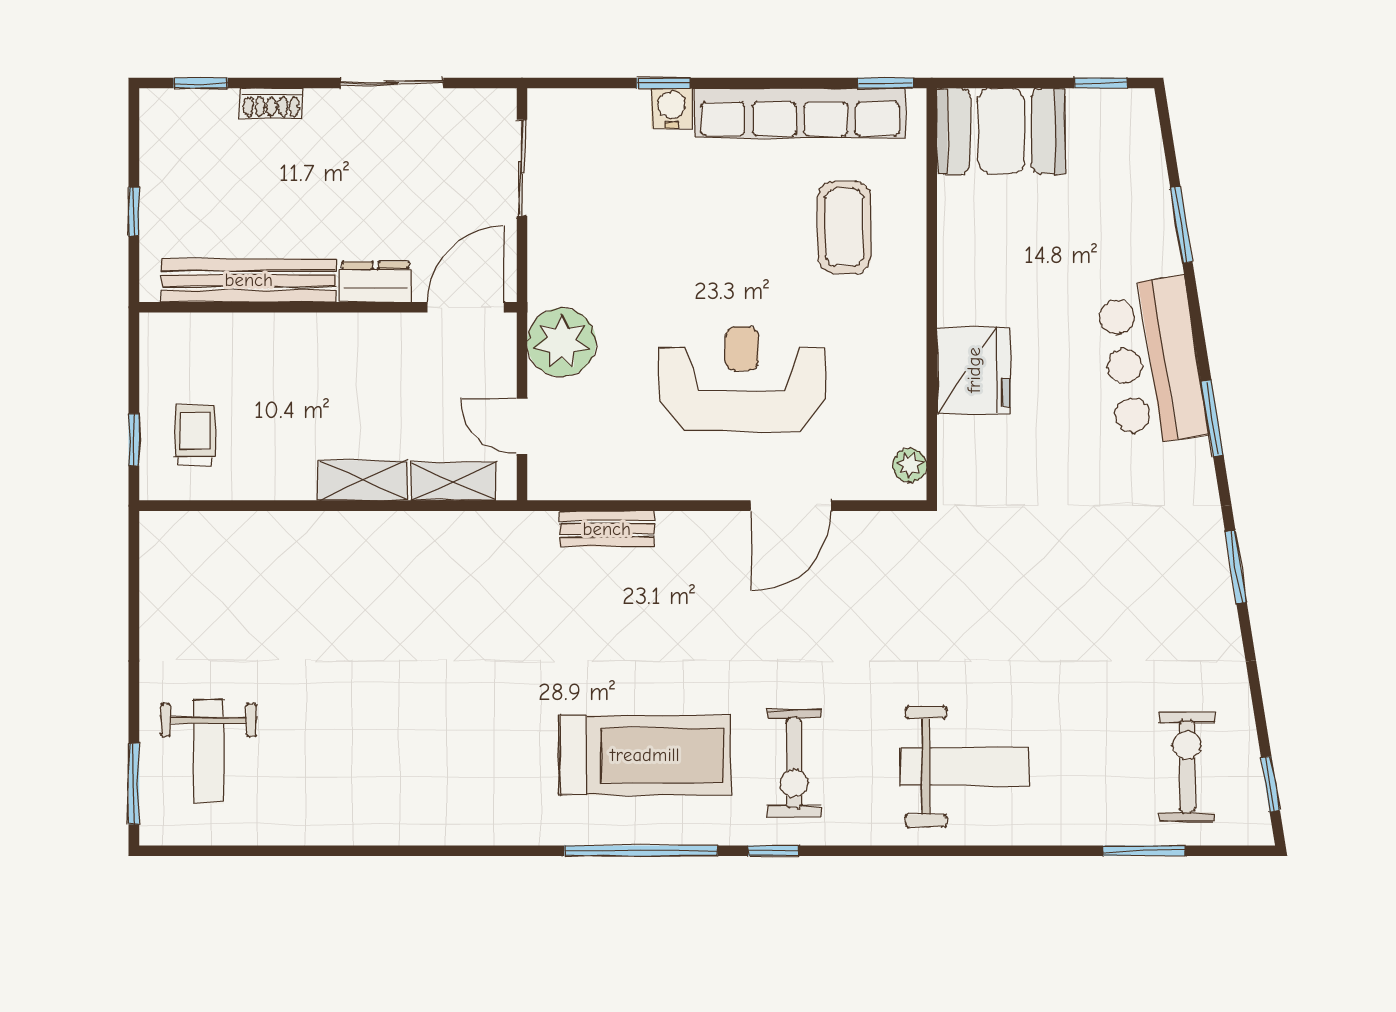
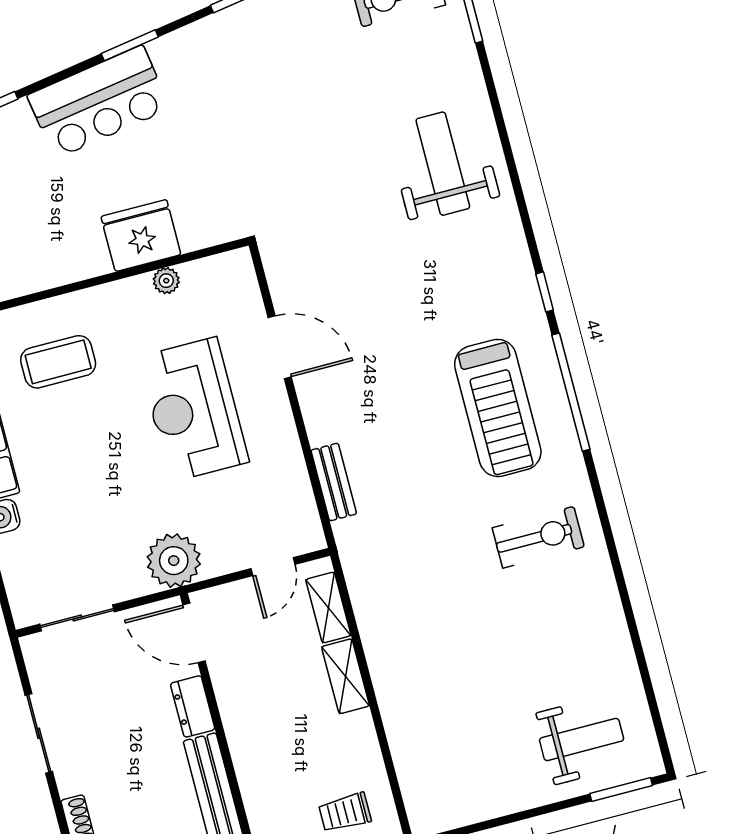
plant: (562, 342) -> (174, 561), moved
plant: (910, 465) -> (166, 281), moved
treadmill: (645, 755) -> (498, 408), turned 180
exercise bike: (794, 763) -> (538, 537), moved

